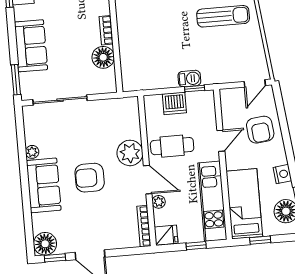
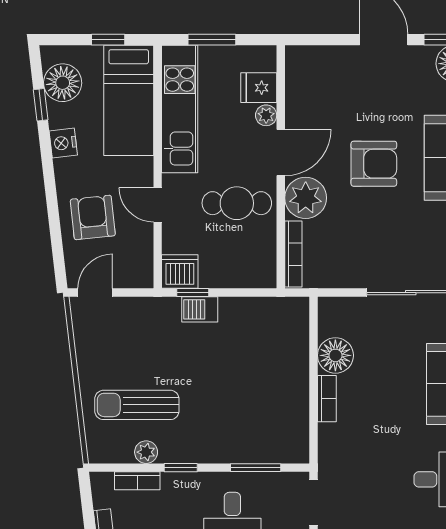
dishwasher: (174, 103) -> (180, 272), moved
door: (221, 141) -> (158, 205), hinge flipped
door: (148, 180) -> (281, 153), swing flipped
bookcase: (144, 226) -> (293, 254), moved
fridge: (166, 235) -> (259, 88), moved
window: (196, 246) -> (212, 40), width x1.50

